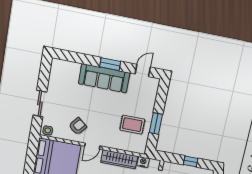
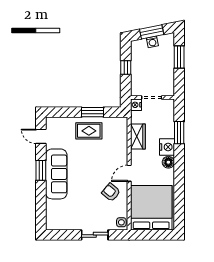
rug: (132, 125) -> (89, 131), moved, turned 90
door: (92, 146) -> (129, 173), swing flipped
wardrobe: (119, 159) -> (138, 136), width x0.67
nightstand: (143, 162) -> (136, 105), moved

